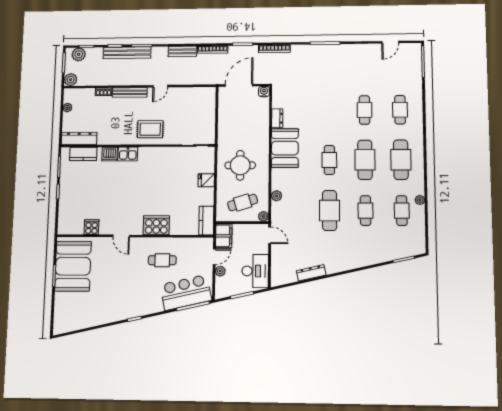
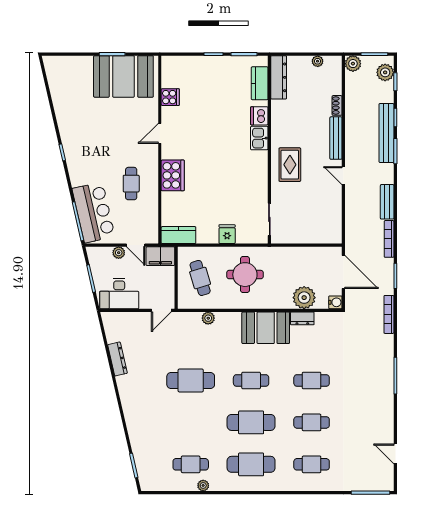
cafe table: (365, 211) -> (312, 380), moved
plant: (263, 216) -> (304, 298), moved, width x1.87, depth x1.87

